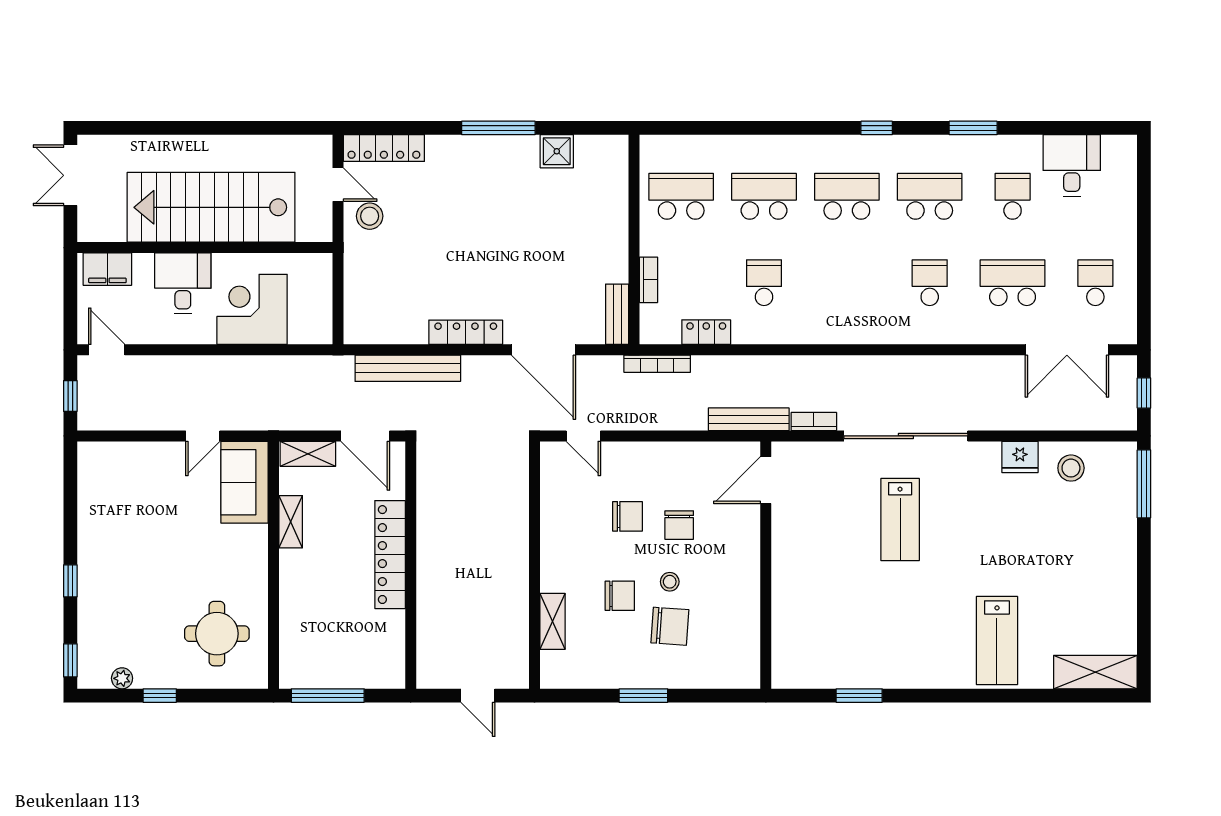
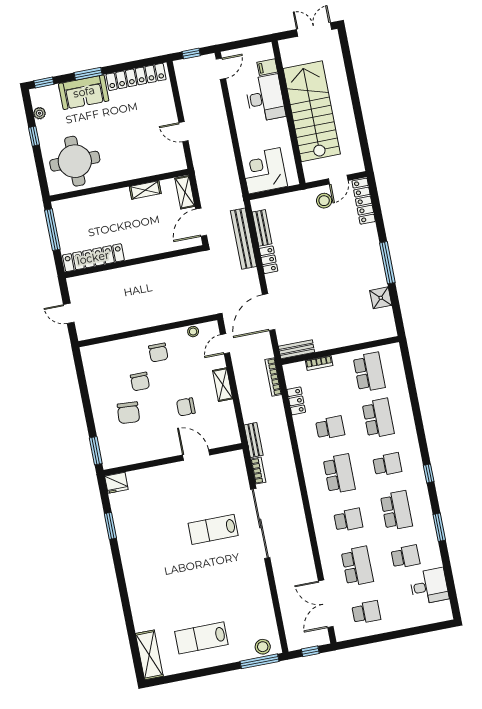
school desk: (847, 196) -> (387, 464), width x0.54
filing cabinet: (107, 269) -> (267, 67), width x0.50
desk: (183, 283) -> (265, 98), width x1.37
school desk: (847, 283) -> (339, 474), added
corner desk: (252, 309) -> (264, 171), moved, turned -90
locker: (466, 332) -> (269, 260), width x0.66
bench: (396, 333) -> (262, 228), added
bench: (749, 419) -> (254, 440), width x0.73
fridge: (1020, 457) -> (116, 483), moved, turned -90
stool: (1071, 468) -> (263, 647), moved
door: (766, 480) -> (196, 455), moved
sofa: (244, 482) -> (84, 92), moved, turned 180
locker: (92, 499) -> (136, 77), added
chair: (628, 516) -> (158, 353), moved
locker: (390, 555) -> (93, 258), moved
window: (70, 581) -> (88, 74), width x1.50
stool: (670, 582) -> (193, 332), moved
shelving: (552, 621) -> (223, 385), moved, turned 90
round table: (217, 634) -> (75, 161), width x1.36, depth x1.36
lab bench: (997, 641) -> (201, 638), moved
door: (478, 696) -> (69, 313), hinge flipped
window: (643, 696) -> (96, 451), moved

